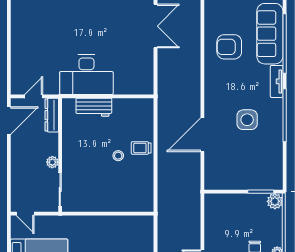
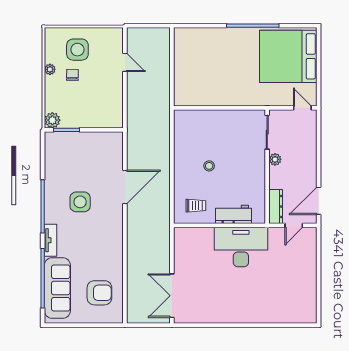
armchair: (229, 47) -> (99, 293), moved
trolley: (141, 148) -> (196, 206), moved

